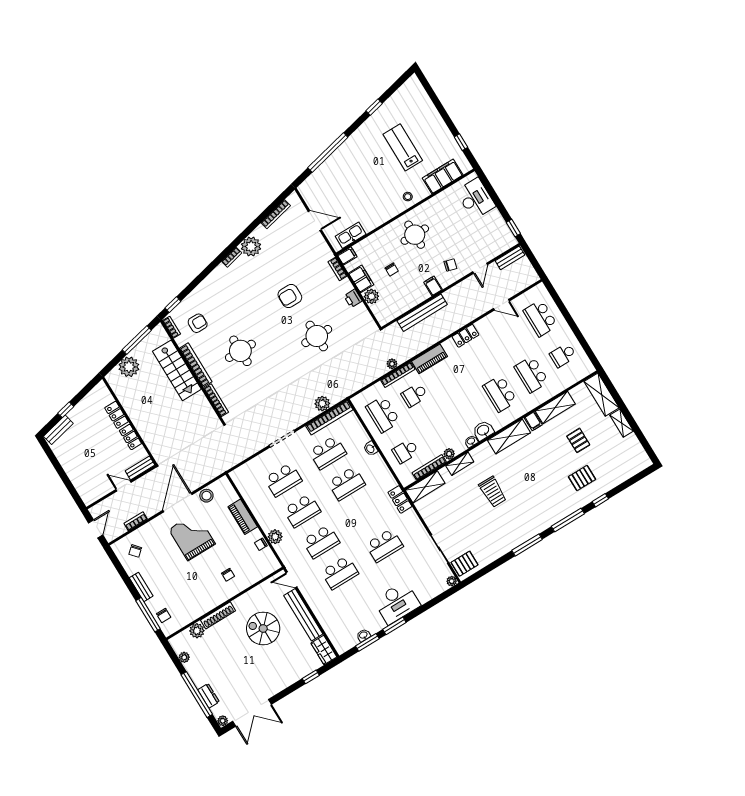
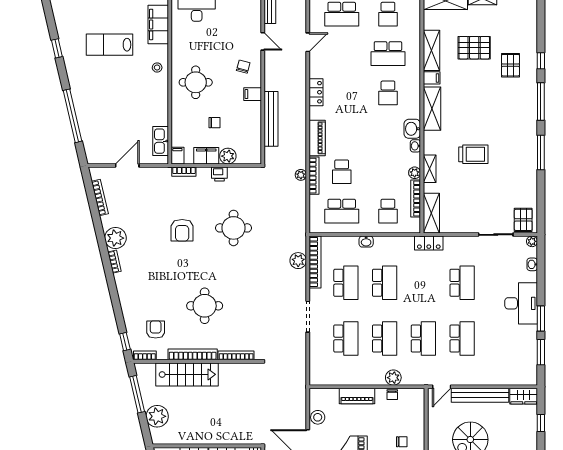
school desk: (500, 394) -> (388, 93), width x0.54
pallet: (578, 440) -> (474, 48), width x1.50, depth x1.42
washbasin: (363, 635) -> (532, 264), moved

